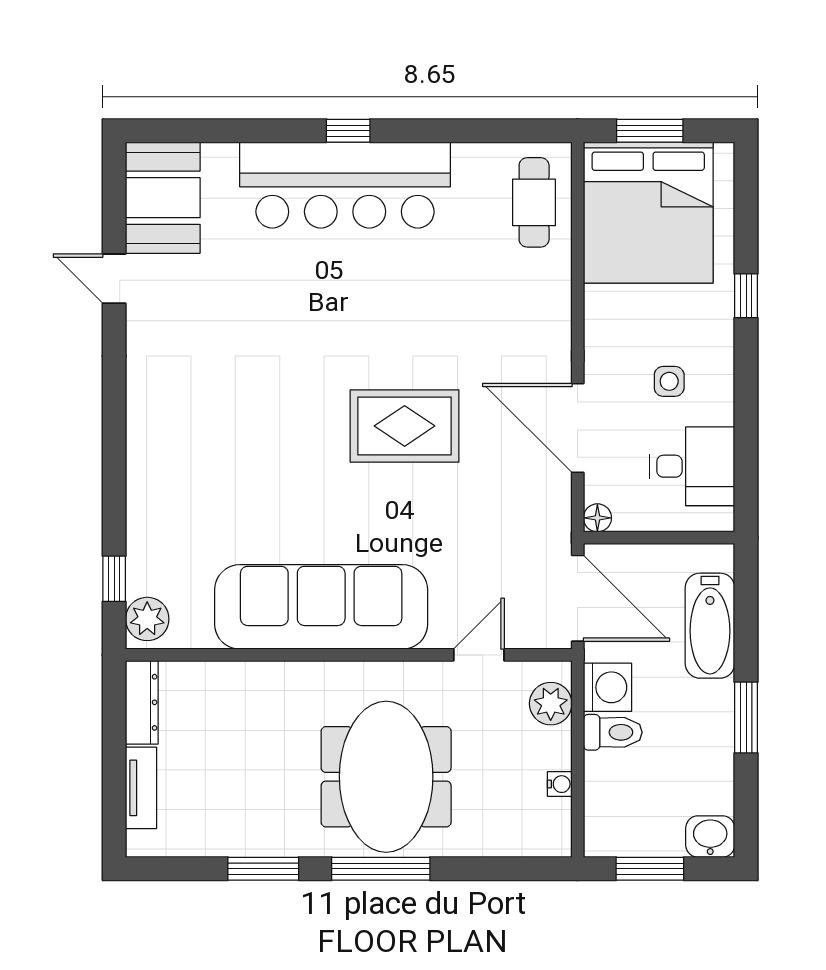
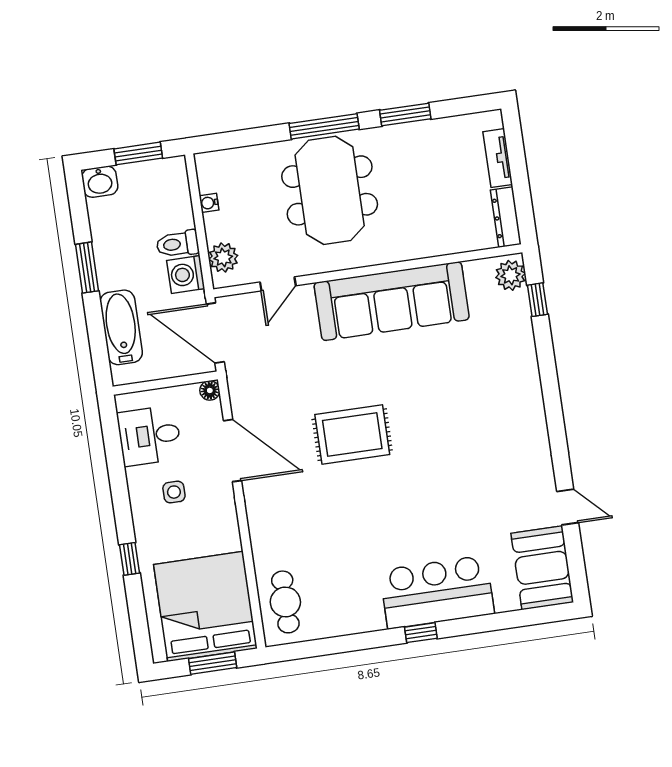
bar counter: (345, 185) -> (437, 592), width x0.73

